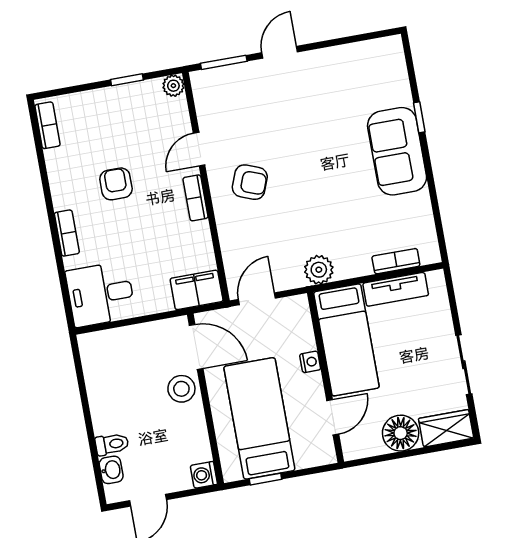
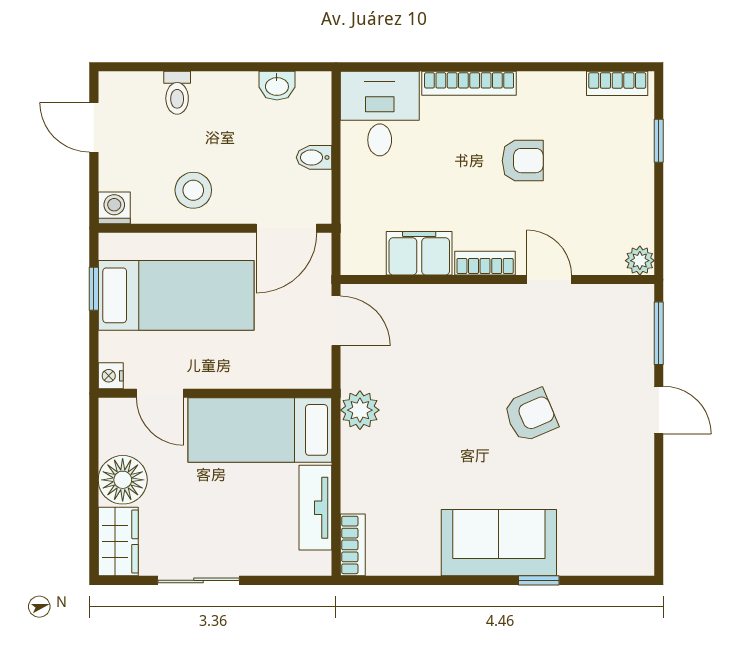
window: (127, 80) -> (659, 141), moved
armchair: (250, 182) -> (531, 415), moved, turned -134
bookcase: (67, 233) -> (469, 83), width x1.56
bookcase: (396, 261) -> (353, 545), moved
filing cabinet: (197, 290) -> (419, 253), moved, turned -90
bidet: (141, 336) -> (314, 157), added
nightstand: (310, 362) -> (111, 376), moved, turned 90
stool: (181, 389) -> (193, 190), moved
washbasin: (111, 470) -> (277, 86), moved

